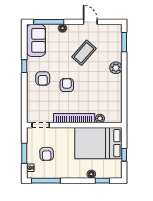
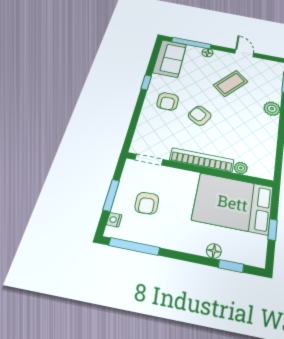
armchair: (67, 85) -> (200, 116), turned -59

